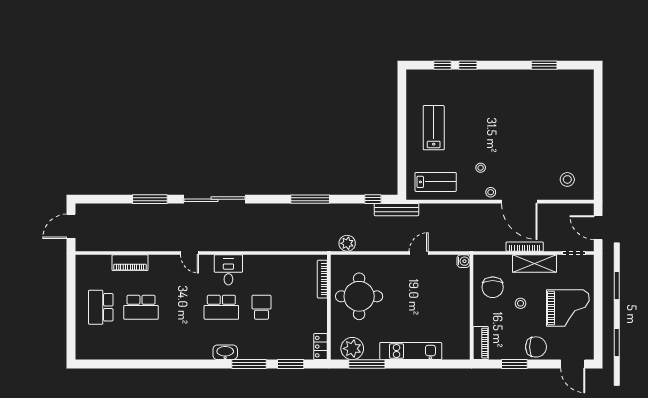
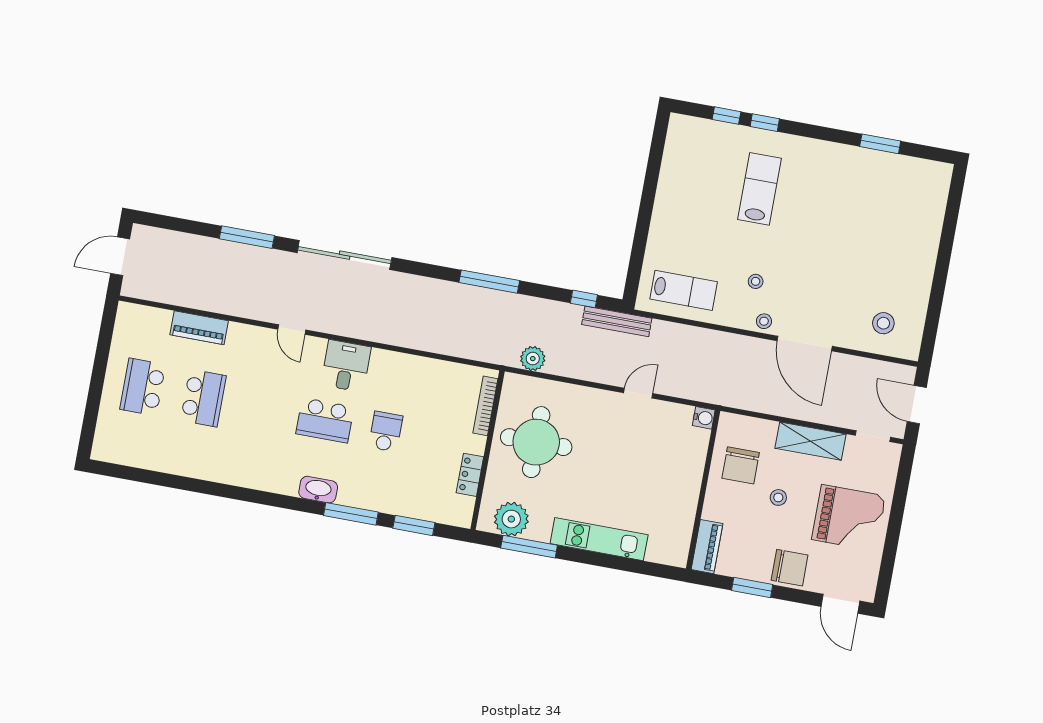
lab bench: (434, 128) -> (760, 189), moved
bookcase: (525, 247) -> (800, 413), removed
school desk: (141, 307) -> (203, 398), turned -90
locker: (321, 347) -> (470, 475), moved

